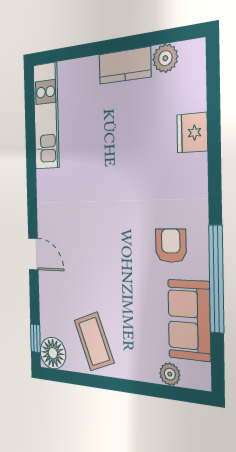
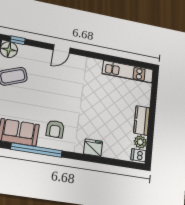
dishwasher: (191, 56) -> (138, 155), added
fridge: (192, 133) -> (93, 148), moved
armchair: (171, 246) -> (55, 129), turned 90

